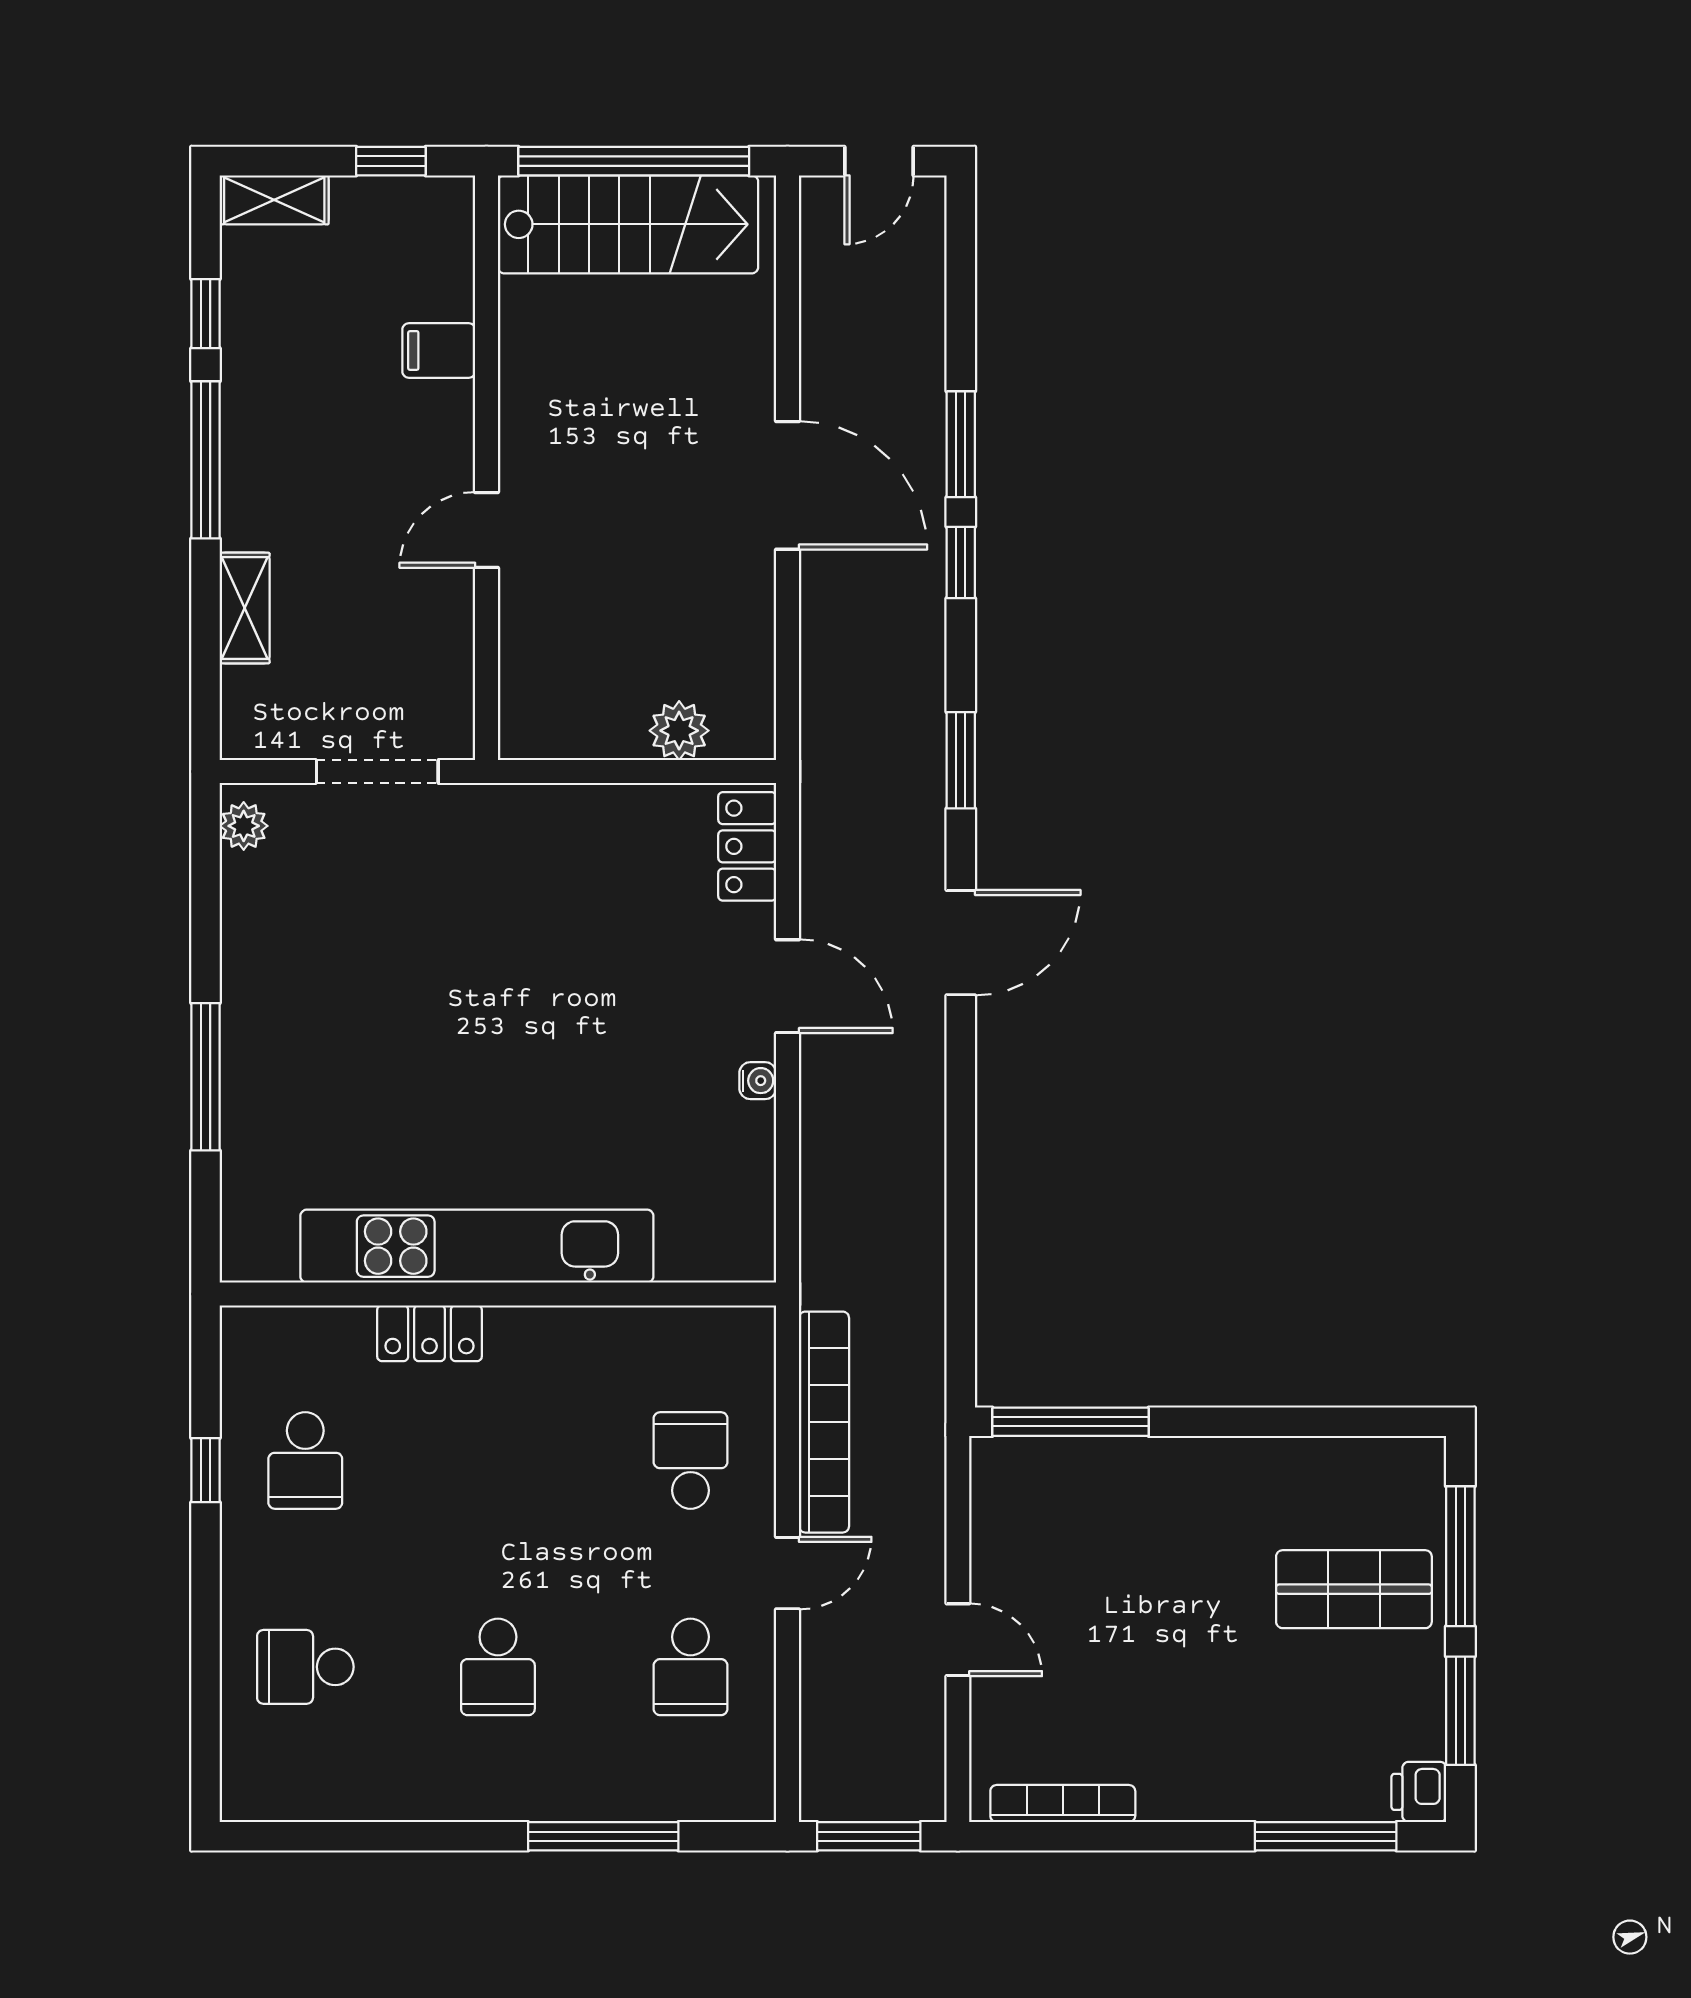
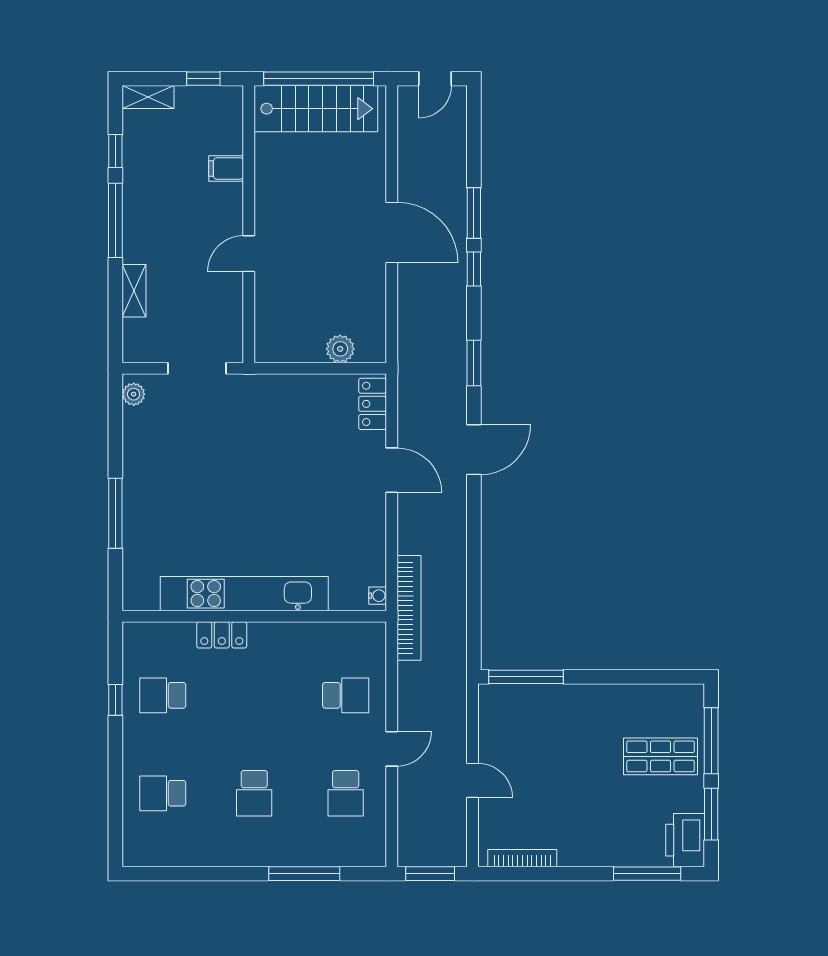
water cooler: (758, 1081) -> (378, 596), moved
bookcase: (824, 1422) -> (409, 608), moved
school desk: (305, 1460) -> (163, 695), turned 90
school desk: (691, 1460) -> (346, 695), turned 90
printer: (1419, 1792) -> (685, 840), width x1.87, depth x1.48

